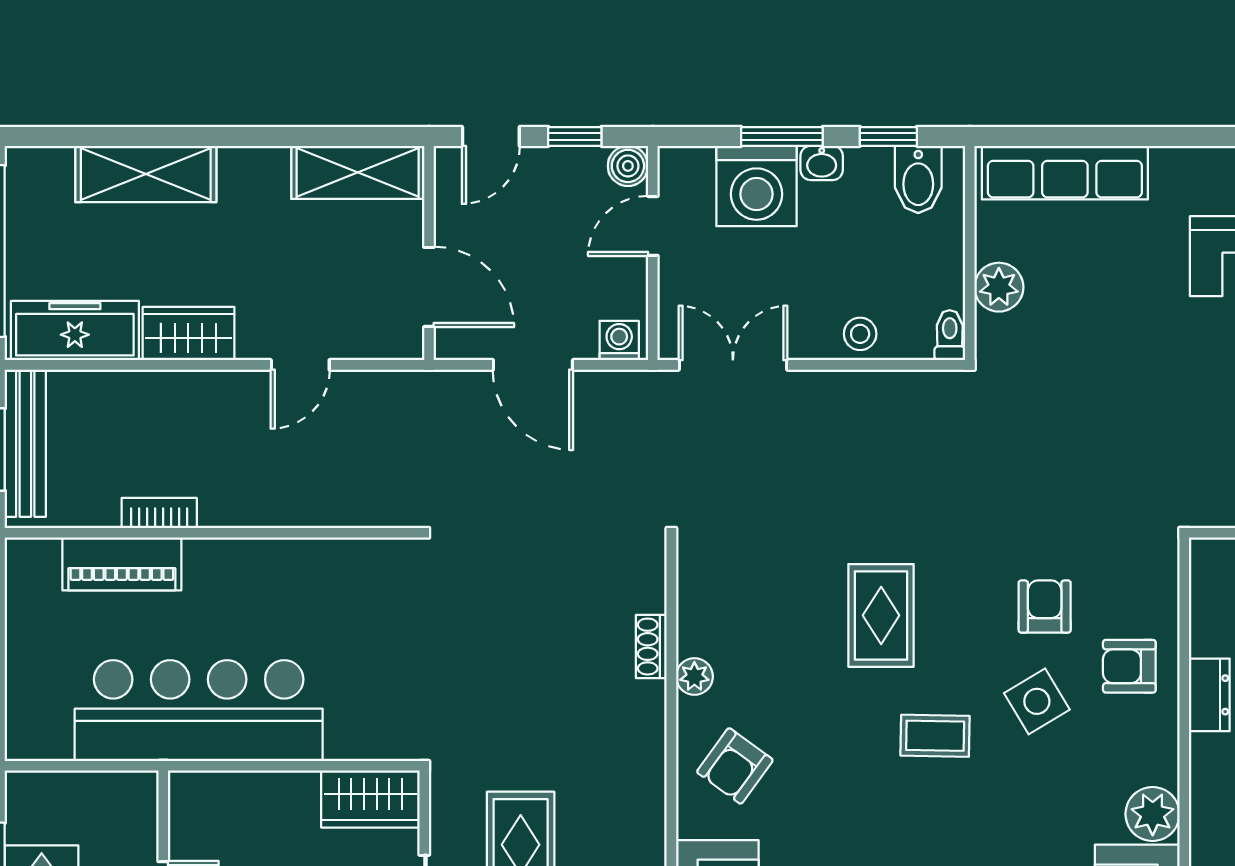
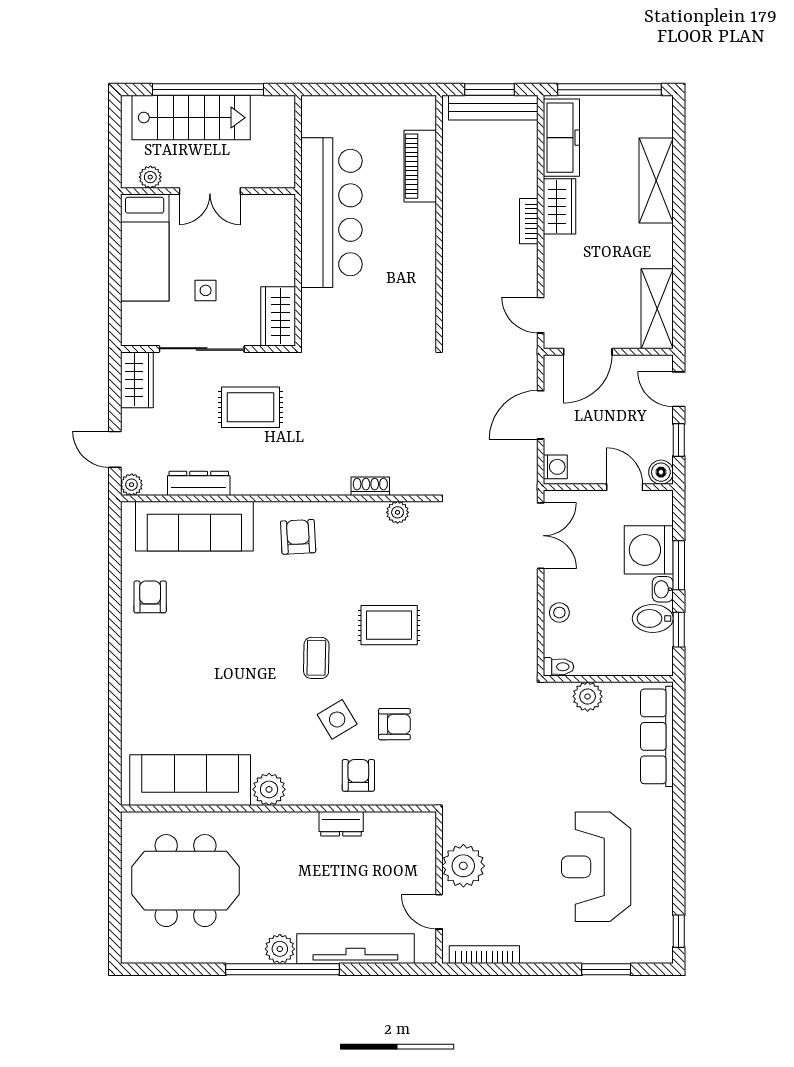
bidet: (918, 179) -> (653, 618), moved
door: (300, 365) -> (541, 315), moved
bookcase: (159, 513) -> (529, 221), moved, turned 180
plant: (694, 676) -> (398, 512), moved
armchair: (735, 766) -> (298, 537), turned 51

